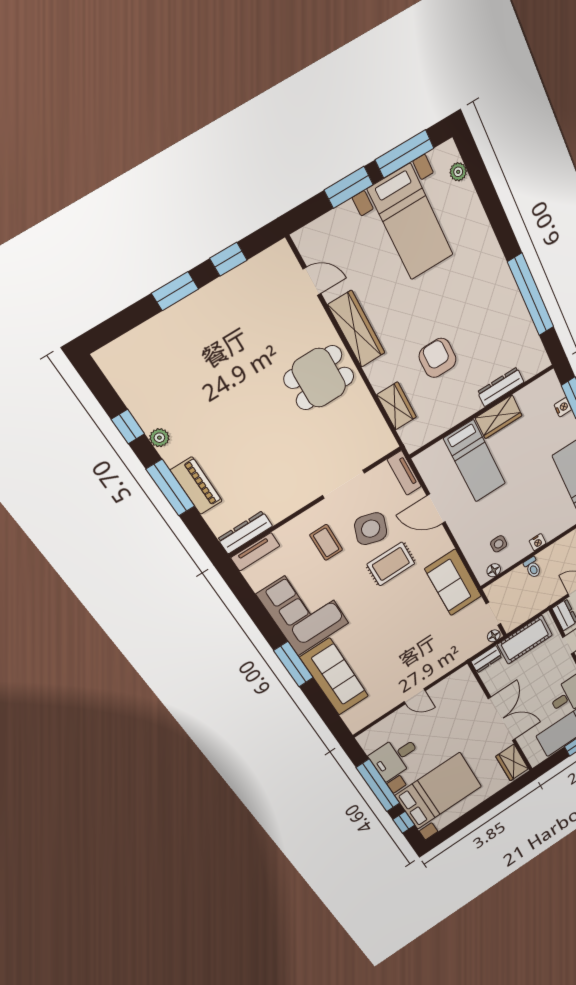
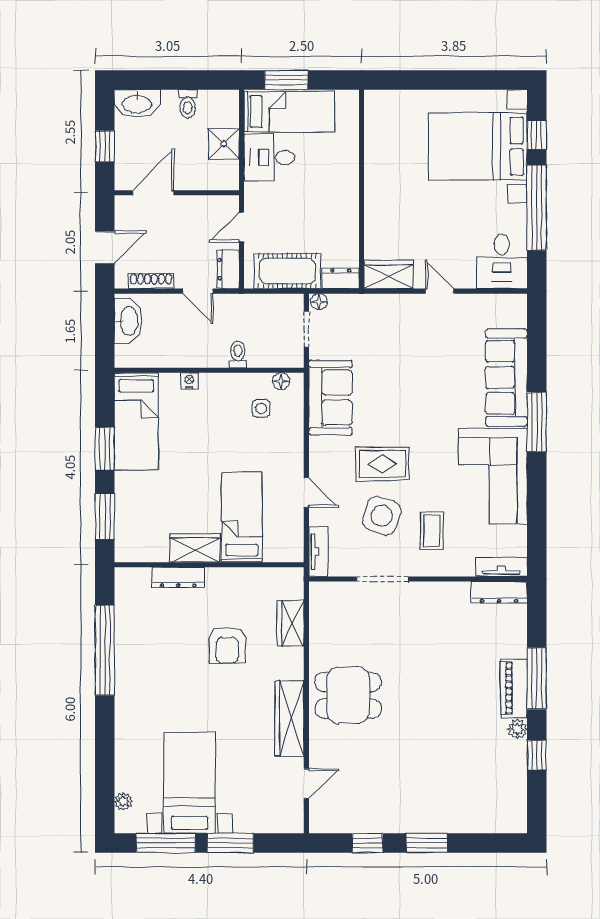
door: (312, 281) -> (306, 784), swing flipped
nightstand: (563, 407) -> (123, 515), removed
piano: (196, 486) -> (514, 688), moved
door: (436, 509) -> (306, 492), width x0.73
nightstand: (538, 542) -> (189, 381), moved
double door: (502, 719) -> (362, 187), removed
desk: (395, 757) -> (502, 261), moved, turned 90
wardrobe: (512, 763) -> (389, 274), moved, turned -90

